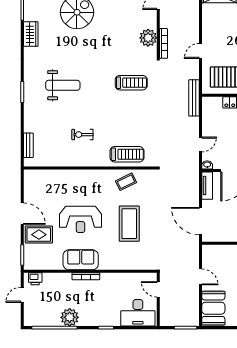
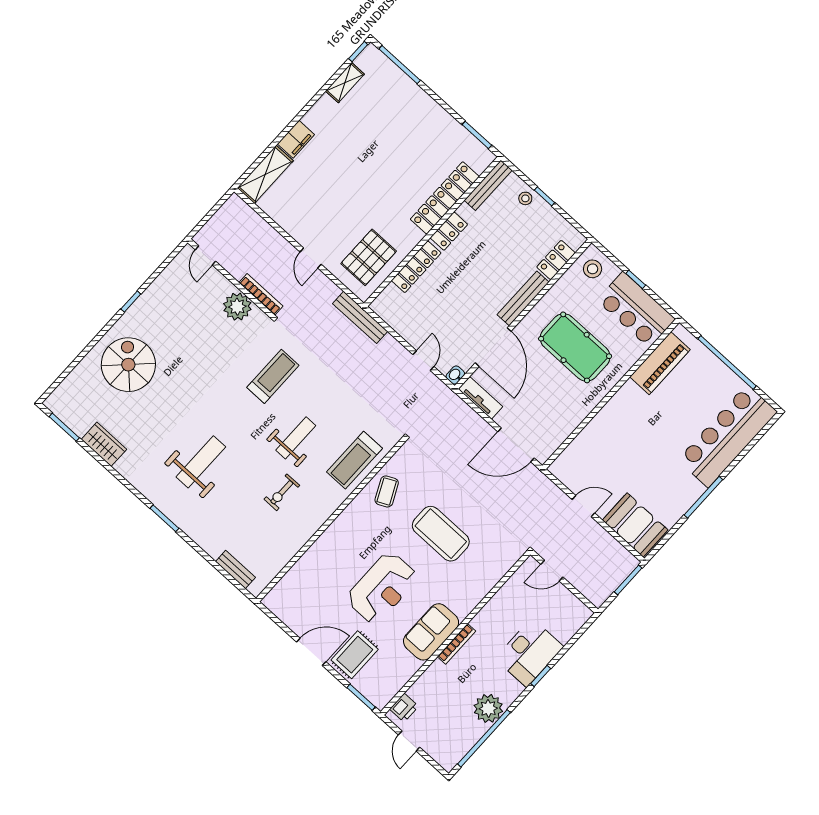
weight bench: (113, 118) -> (296, 438), added
treadmill: (127, 154) -> (354, 460), turned 180
desk: (138, 313) -> (529, 653), moved

